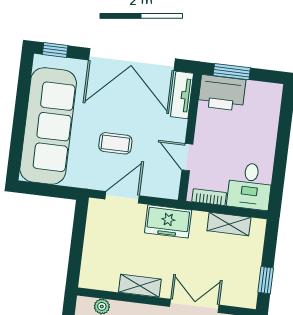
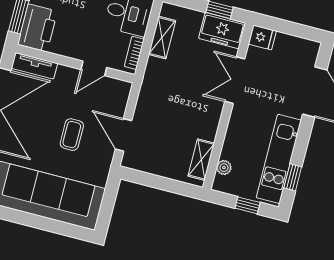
freezer: (168, 221) -> (222, 31), moved, turned 90
shelving: (140, 286) -> (201, 160), moved

